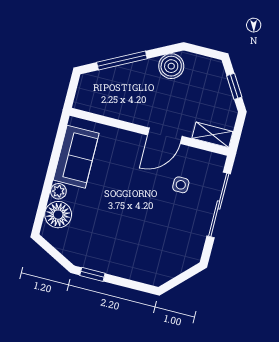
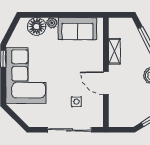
shelving: (212, 135) -> (114, 51), moved
corner sofa: (125, 248) -> (26, 76), added

